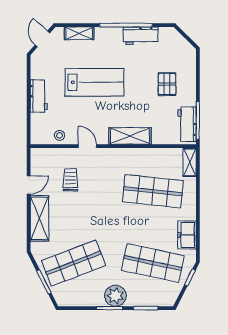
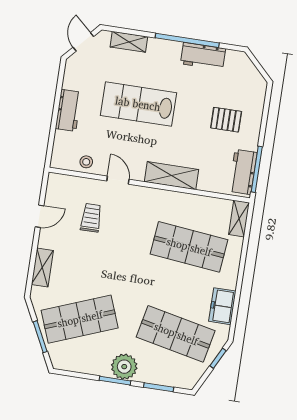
lab bench: (94, 82) -> (138, 104), turned 180
pallet: (167, 84) -> (226, 120), turned 90
shelving: (39, 218) -> (42, 267), width x0.67, depth x0.75

